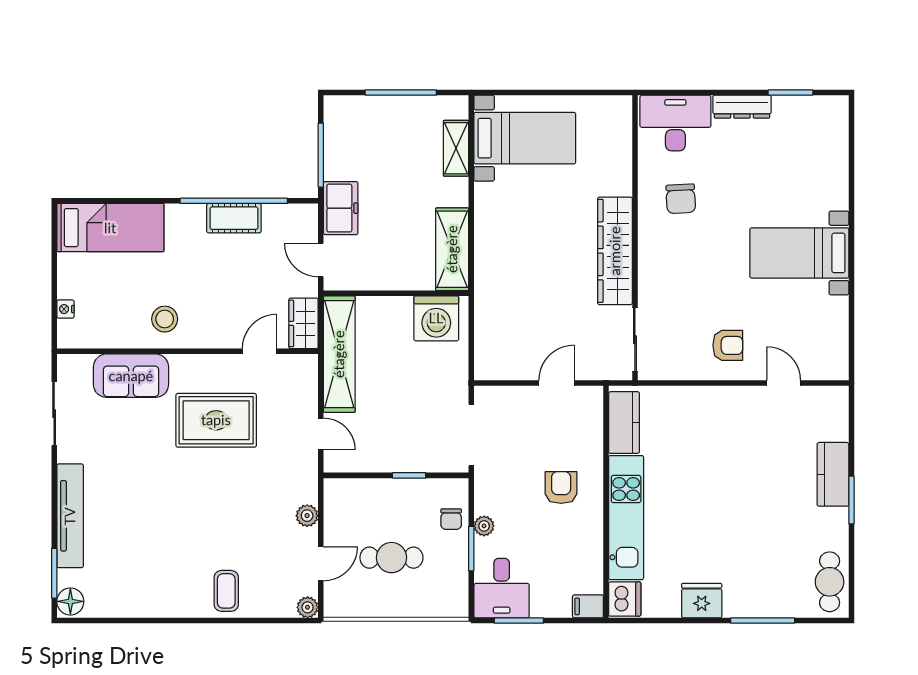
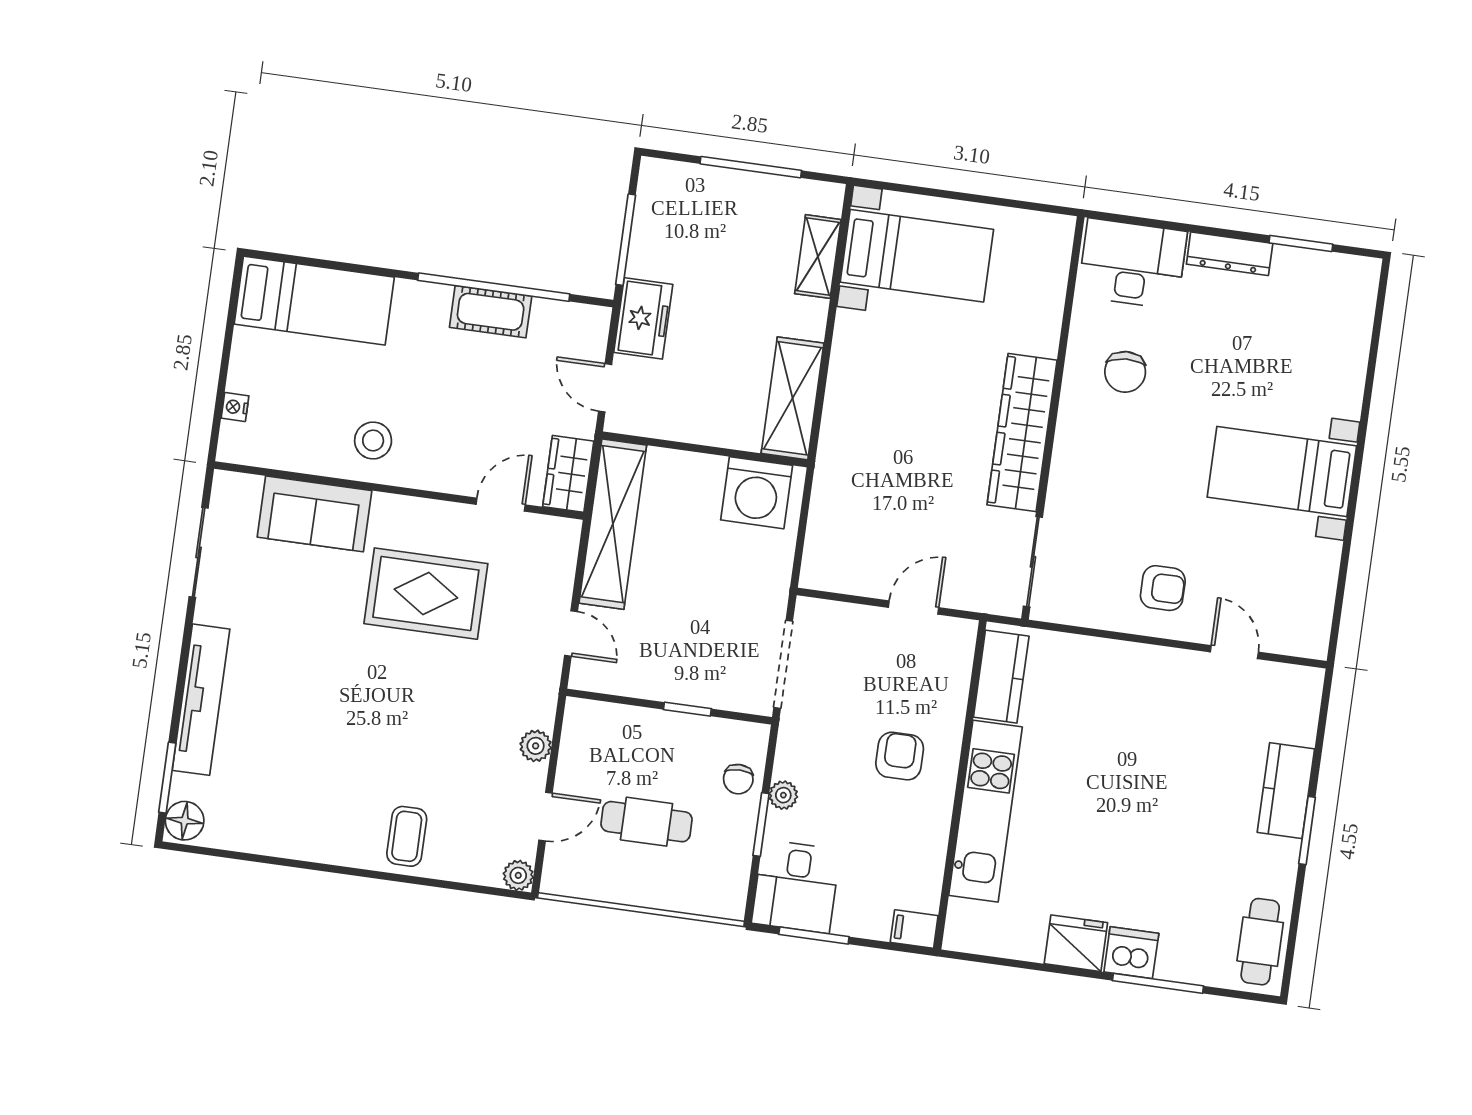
dishwasher: (625, 599) -> (1131, 953), moved, turned -90

